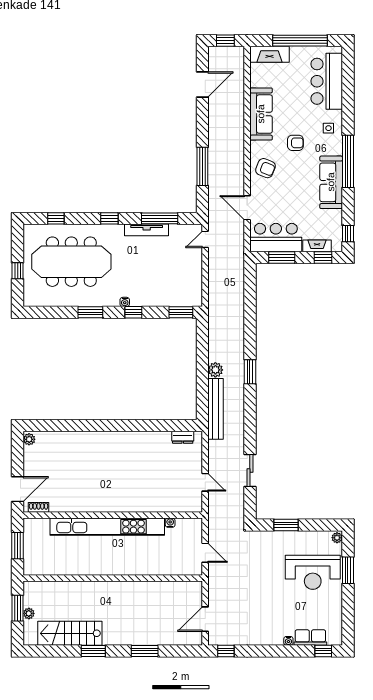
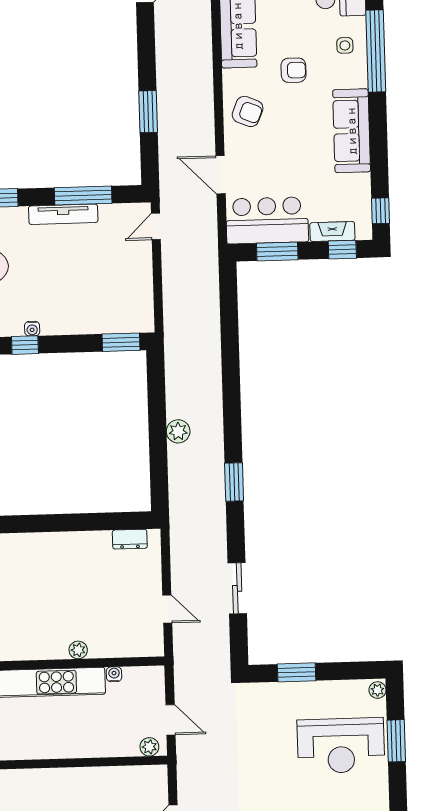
window: (348, 161) -> (376, 51), moved
window: (202, 166) -> (148, 112), width x0.69
window: (133, 312) -> (25, 345), moved
window: (250, 372) -> (234, 482), moved
bench: (216, 409) -> (180, 493), removed
plant: (148, 507) -> (78, 650), added
plant: (191, 569) -> (149, 747), added

